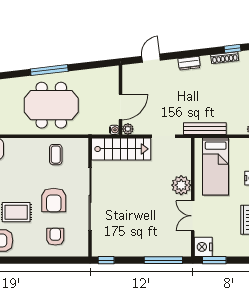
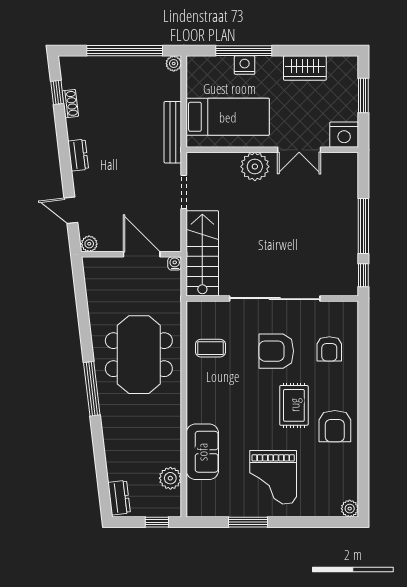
shoe rack: (225, 58) -> (70, 104), width x0.70
window: (49, 70) -> (92, 389), moved
plant: (128, 129) -> (89, 244), moved
armchair: (54, 200) -> (276, 351), turned 180
armchair: (55, 237) -> (329, 349), turned -90
window: (163, 260) -> (363, 226), moved
window: (214, 260) -> (363, 96), moved

